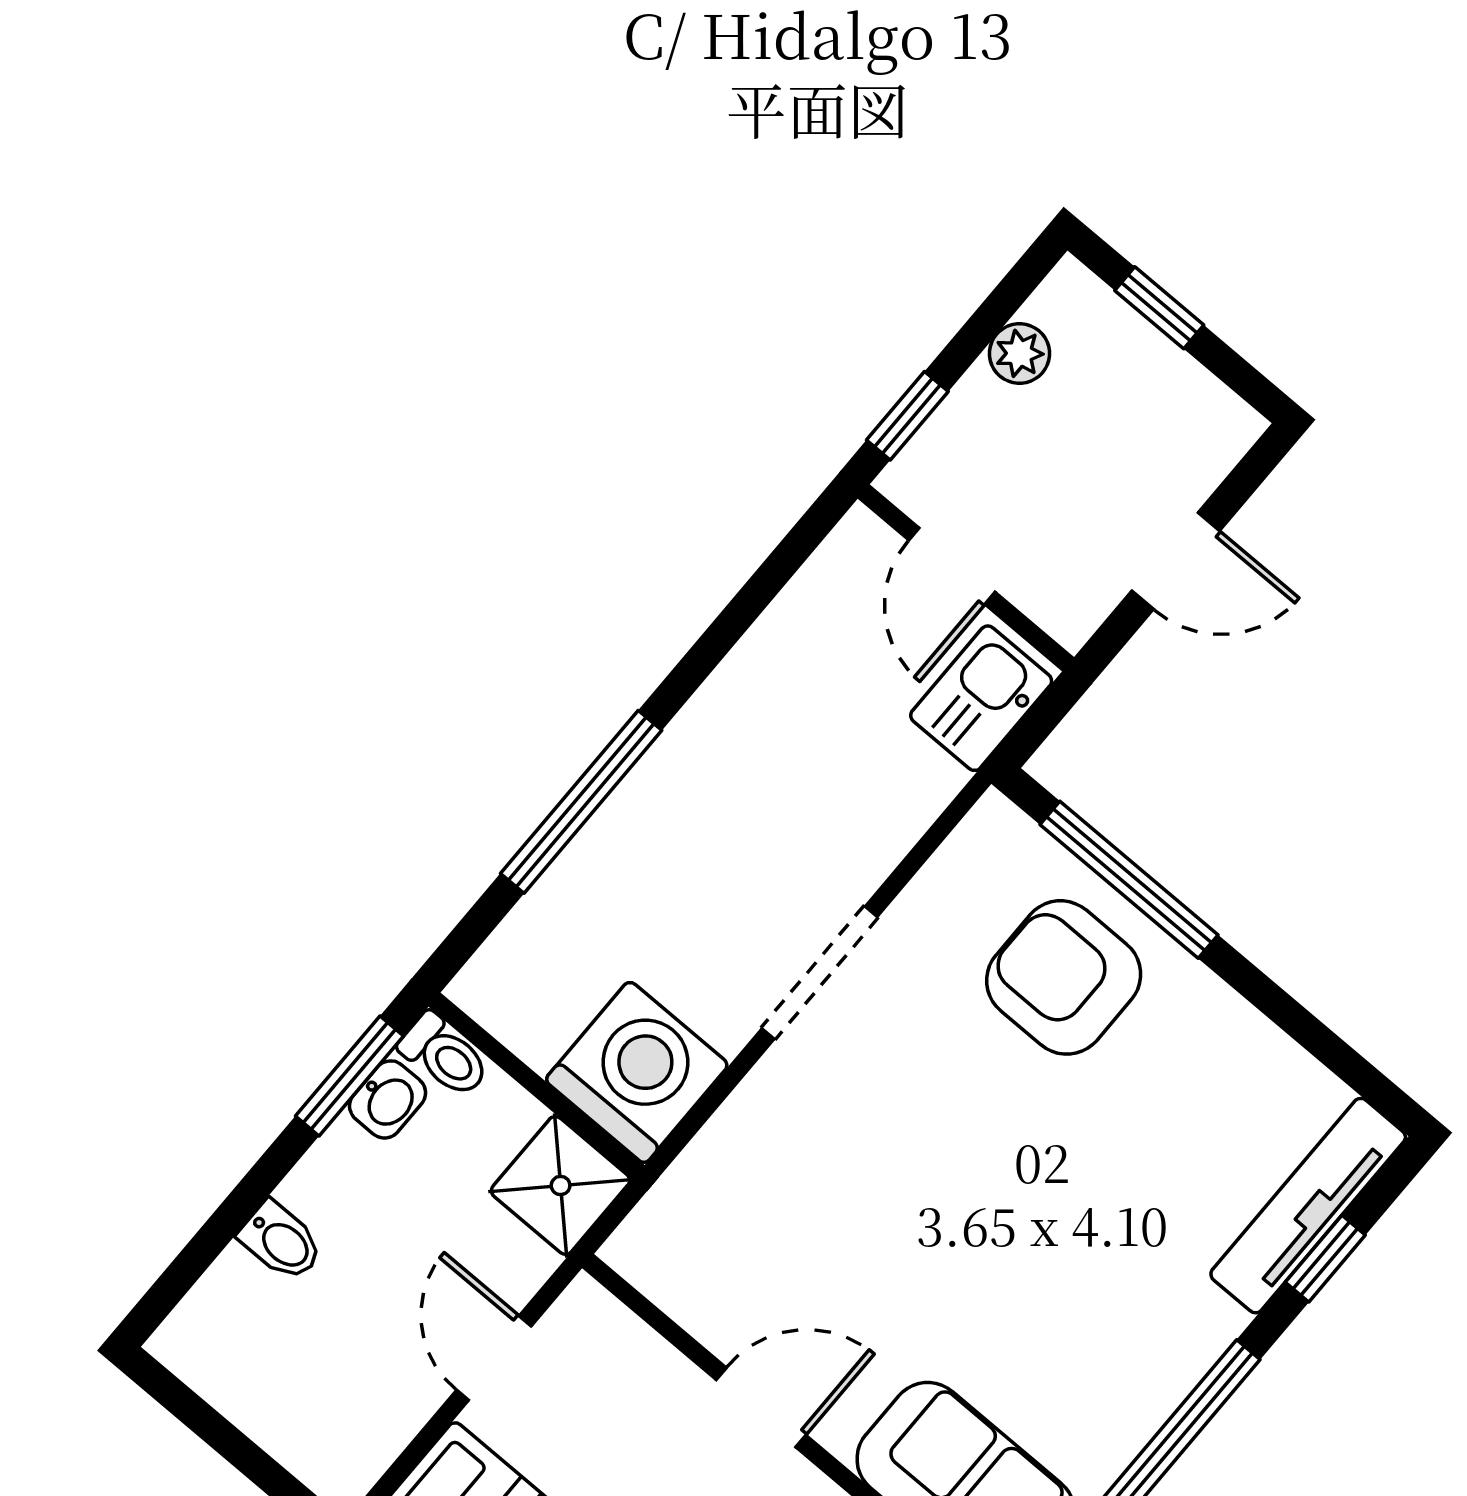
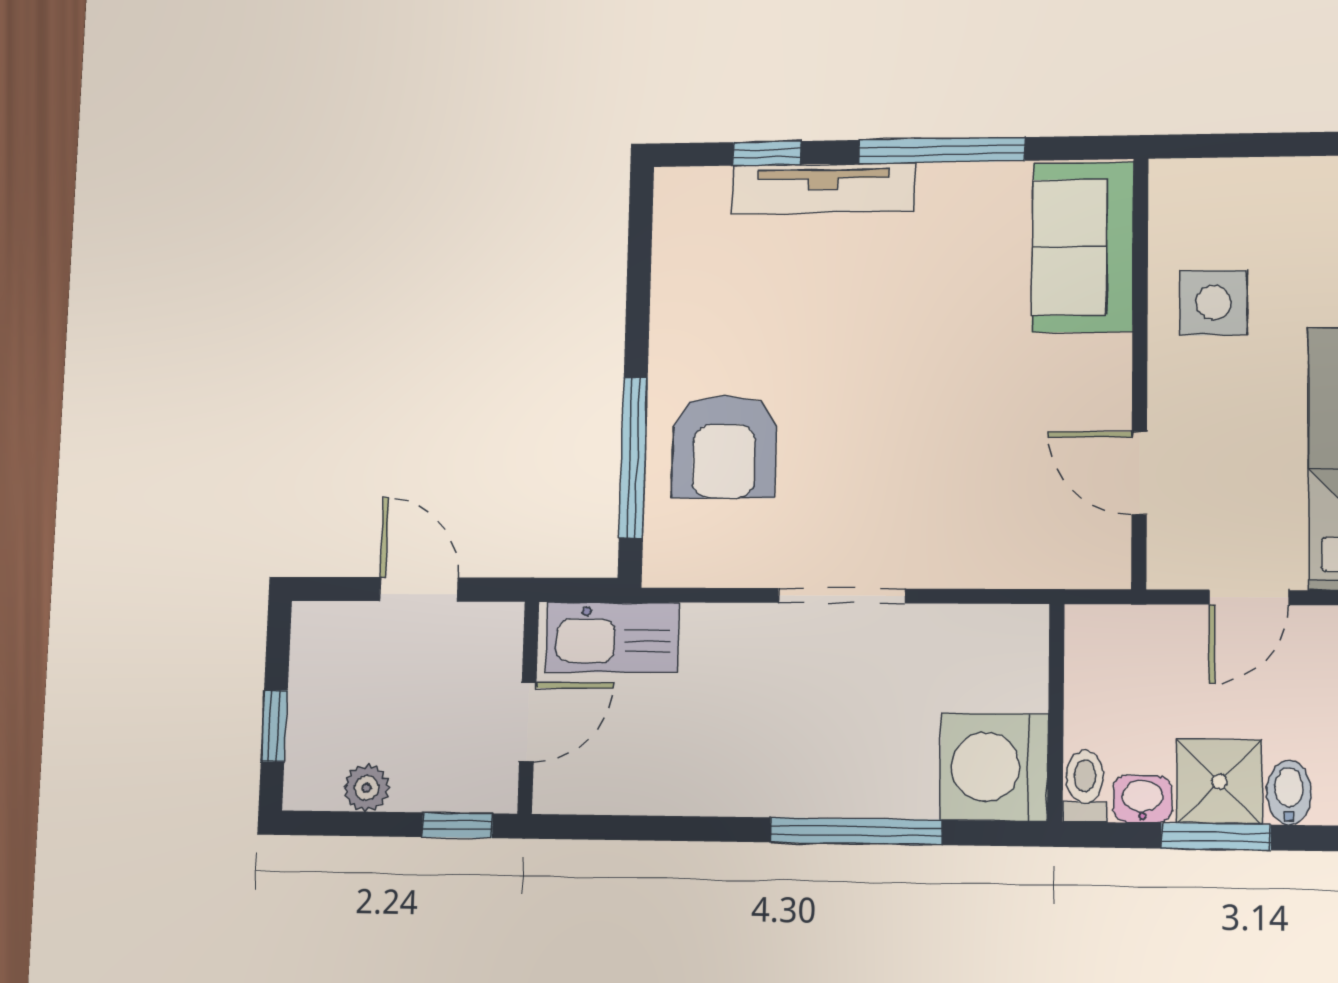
kitchen sink: (981, 698) -> (612, 637), width x1.38
washing machine: (637, 1072) -> (994, 767), moved
window: (350, 1076) -> (1216, 837), moved
shower: (561, 1185) -> (1219, 782), moved
tv unit: (1308, 1206) -> (823, 188), moved
door: (761, 1407) -> (1139, 473), moved

